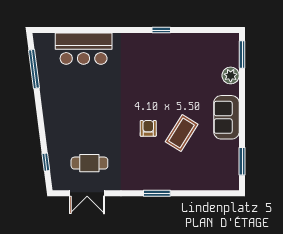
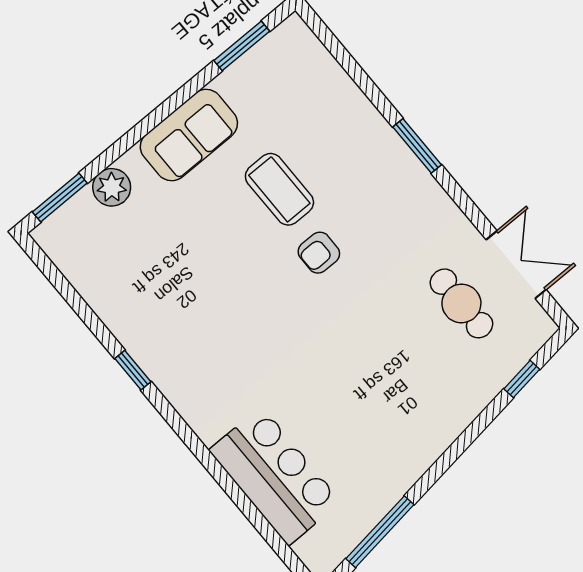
coffee table: (182, 133) -> (279, 189), turned 58

